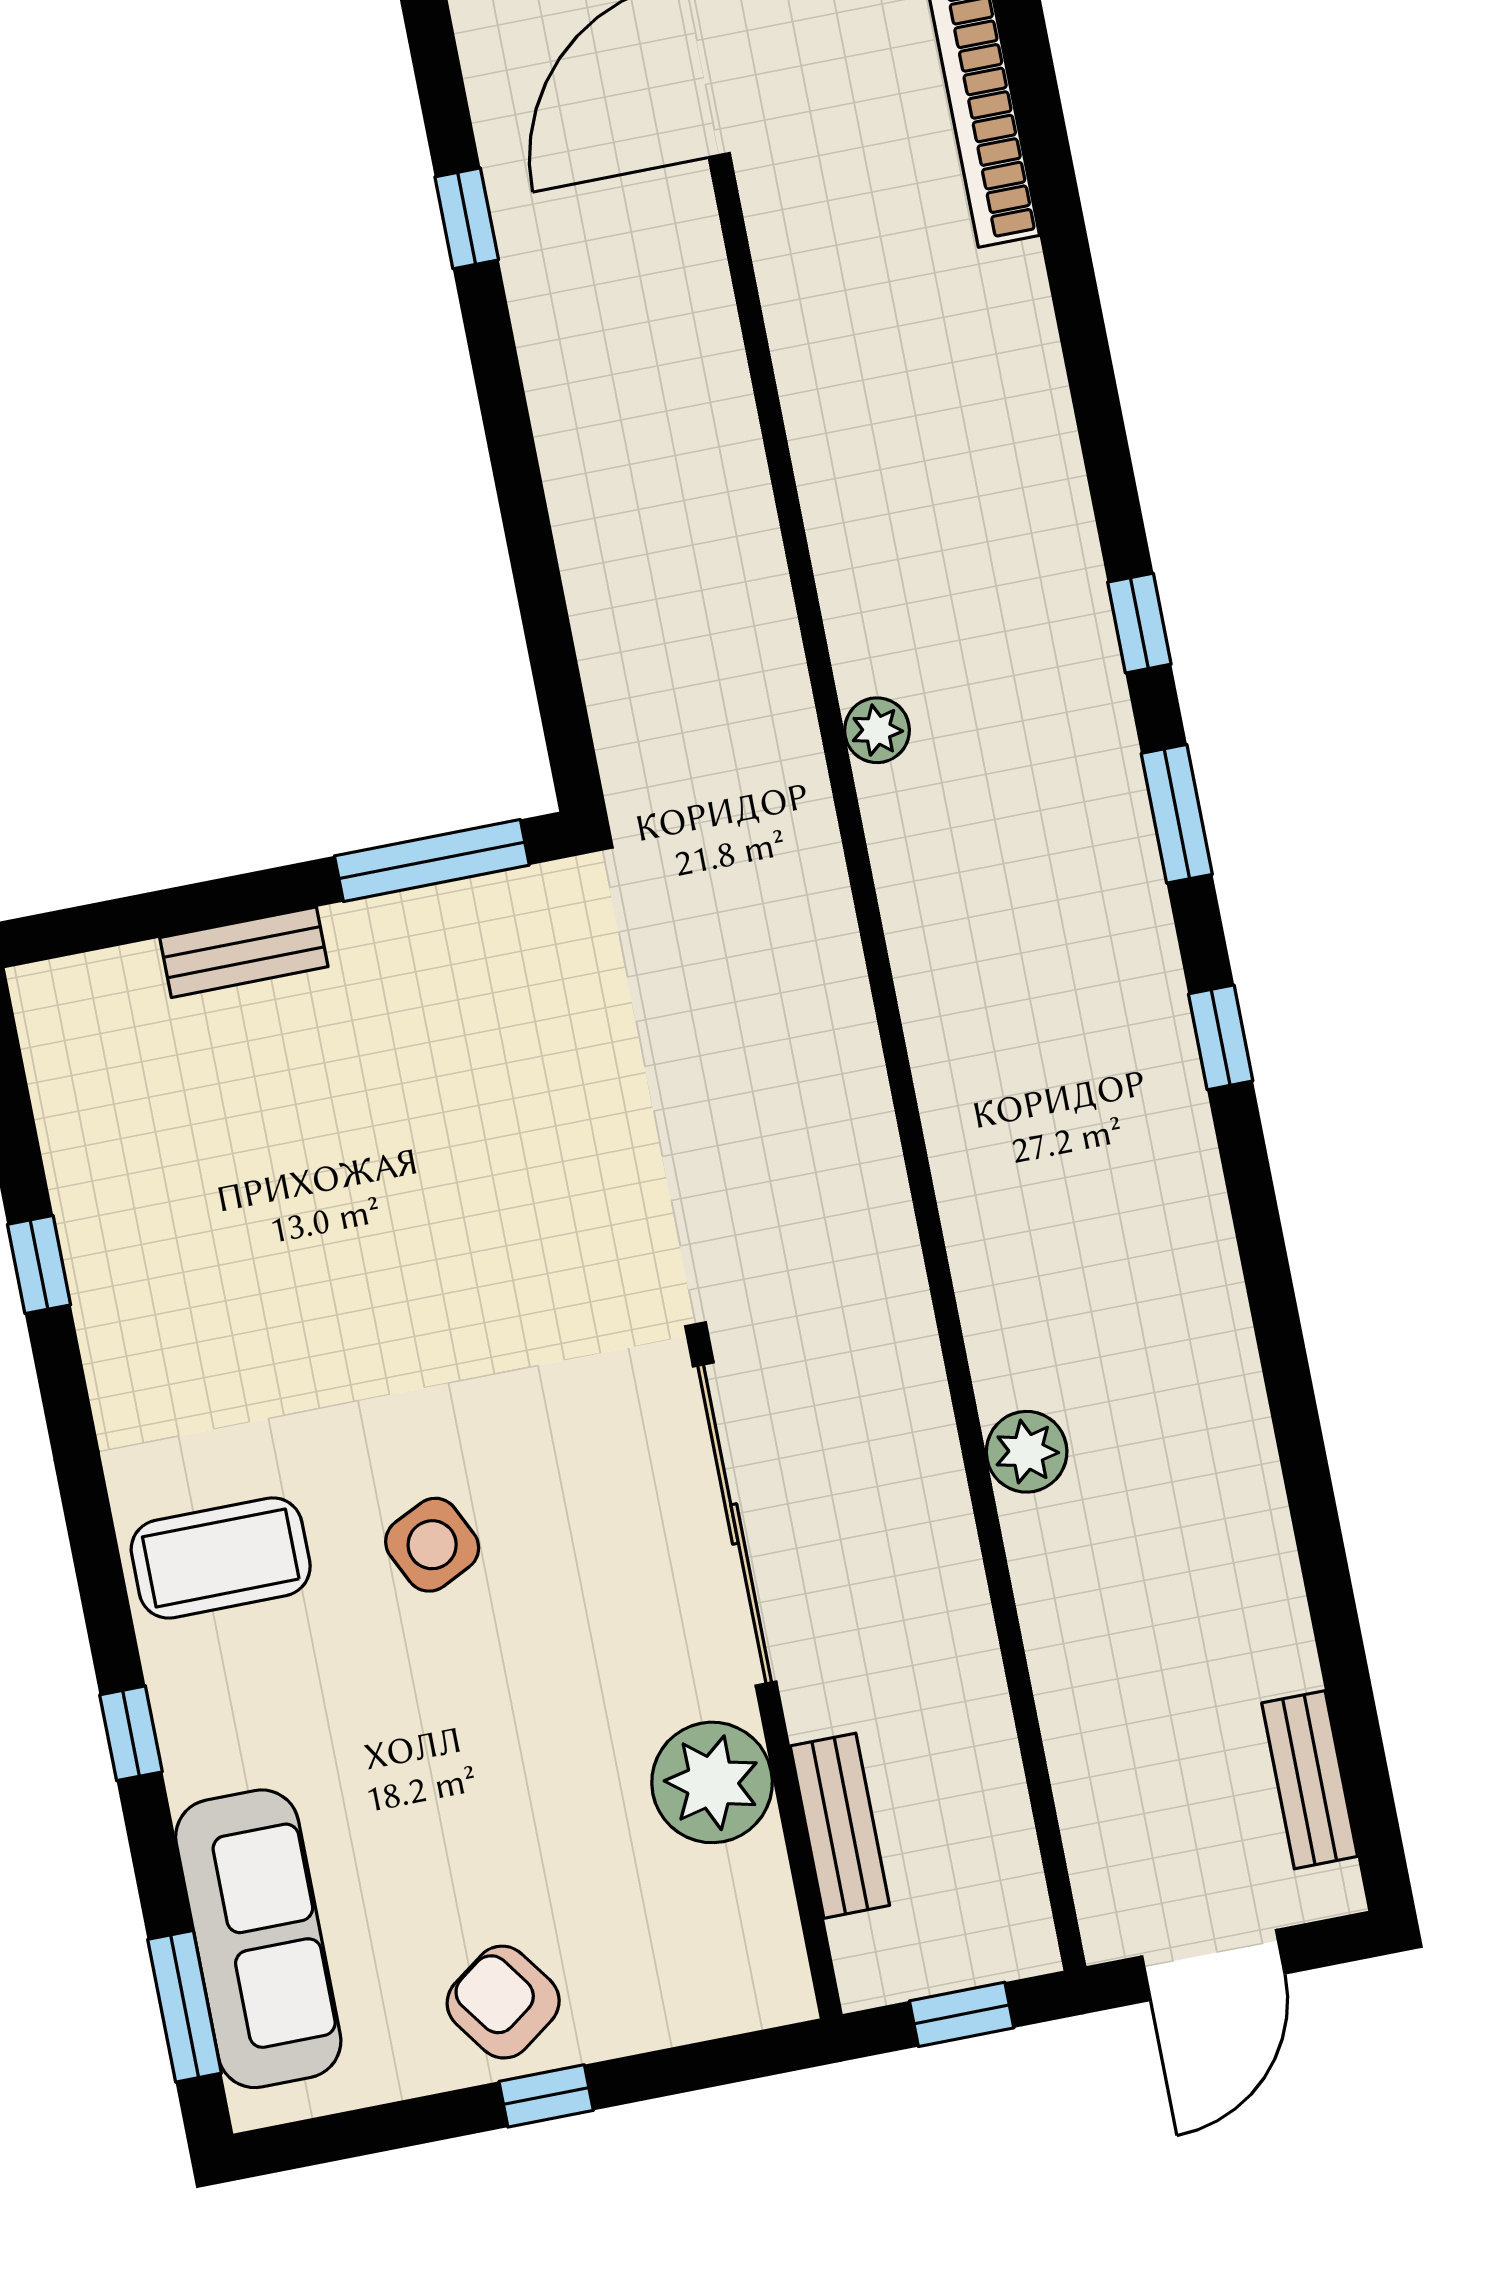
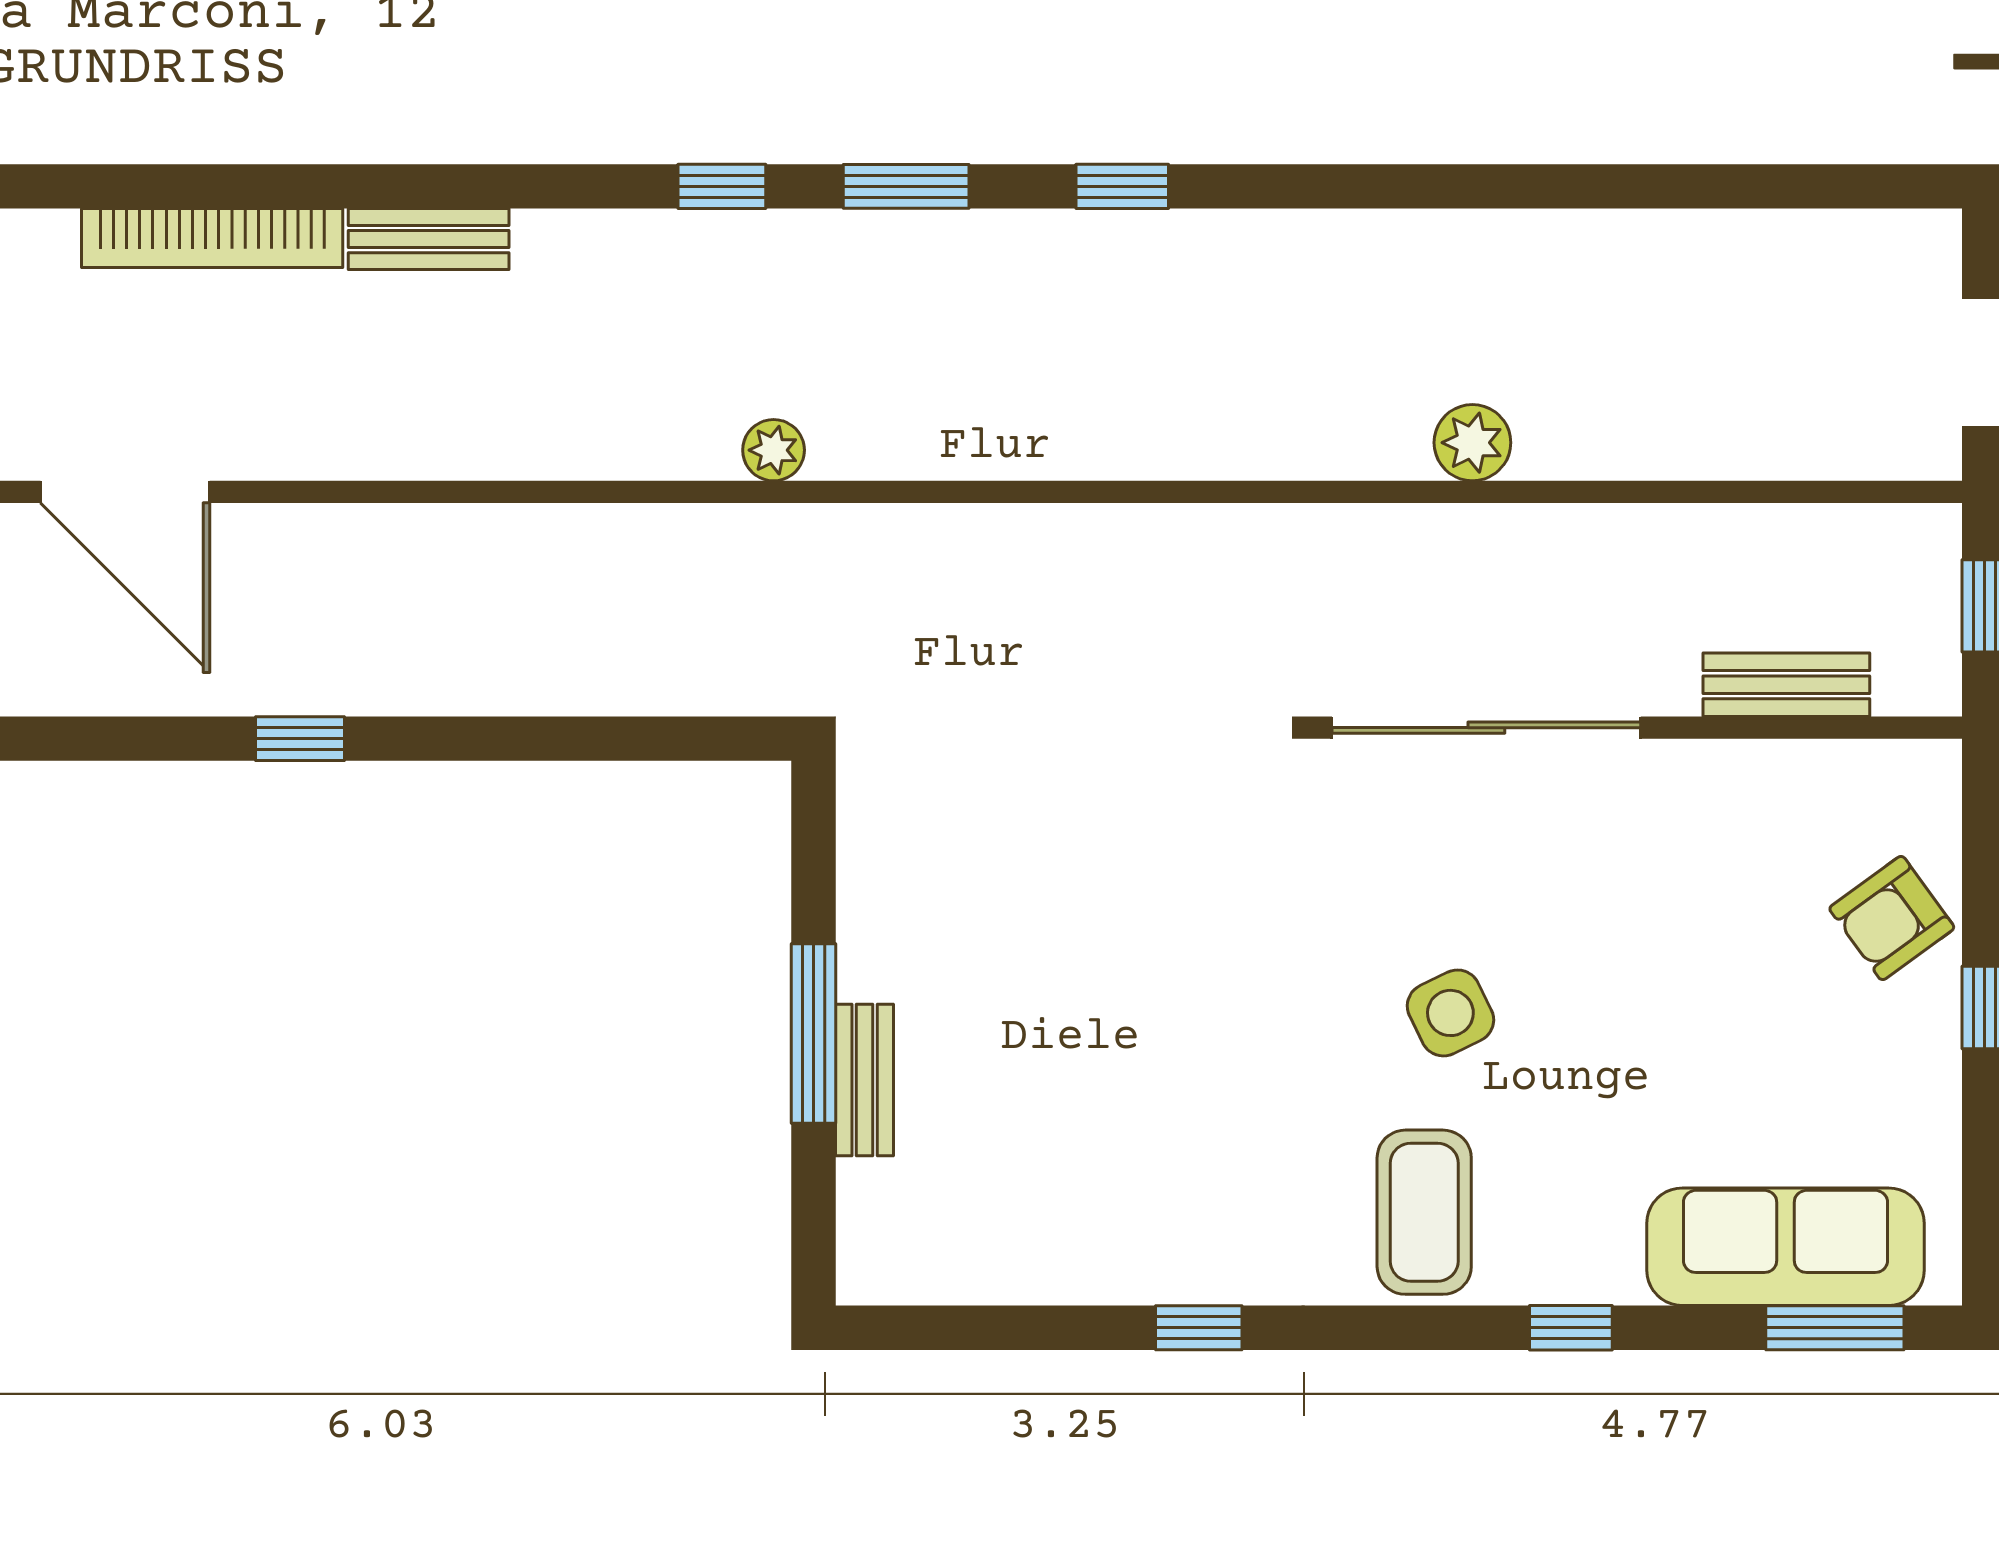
window: (467, 218) -> (300, 739), moved
window: (432, 860) -> (813, 1033), moved
window: (39, 1265) -> (1199, 1328), moved
bench: (1310, 1780) -> (429, 239), moved
plant: (712, 1782) -> (1723, 796), removed
armchair: (503, 2002) -> (1892, 918), moved

